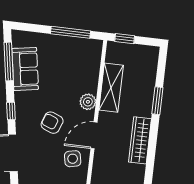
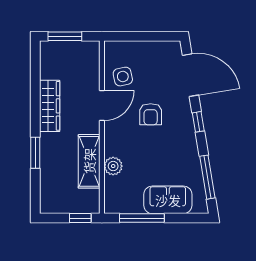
sofa: (25, 69) -> (168, 200), moved, turned 99
plant: (88, 102) -> (113, 166), moved
armchair: (52, 123) -> (151, 114), turned 69

